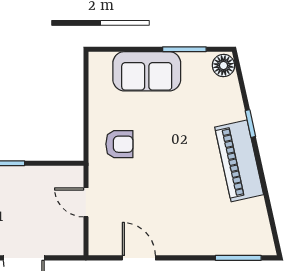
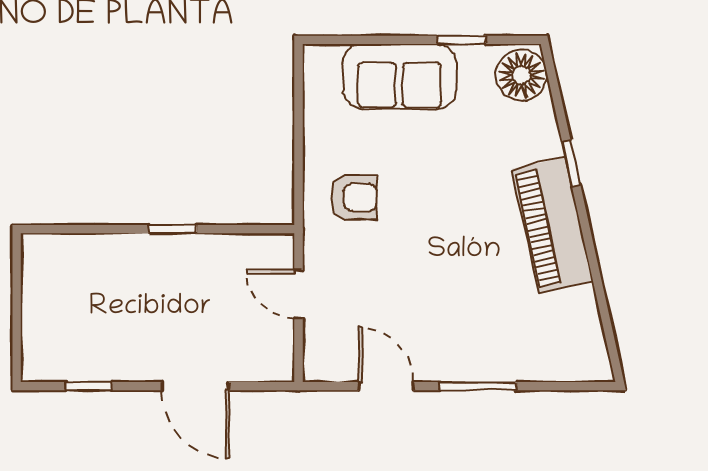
window: (184, 49) -> (462, 40), width x0.67
floor lamp: (224, 65) -> (521, 75), width x1.38, depth x1.38
window: (238, 258) -> (478, 386), moved

